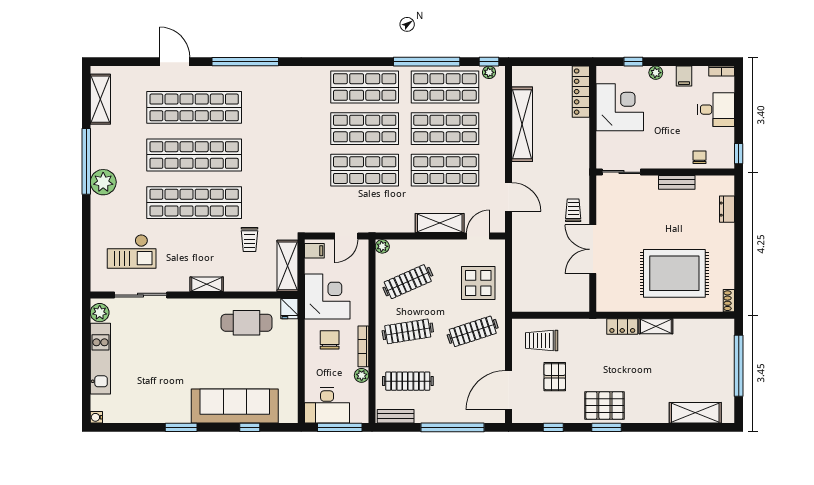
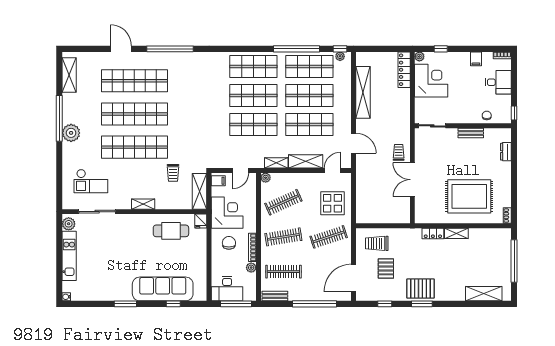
plant: (656, 73) -> (419, 57), moved
shelving: (398, 225) -> (276, 163), added

